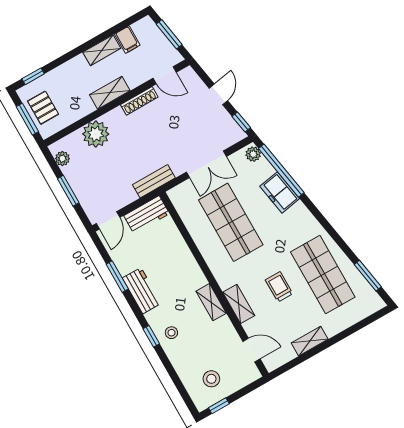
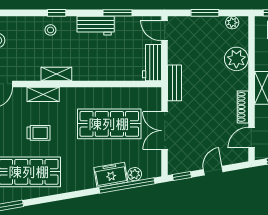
door: (218, 94) -> (213, 171), swing flipped
plant: (253, 154) -> (135, 174), moved

